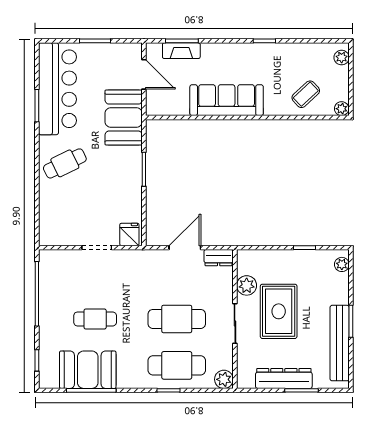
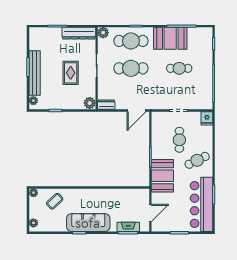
door: (144, 74) -> (150, 213), swing flipped
sofa: (227, 100) -> (88, 223), moved, turned 180
booth: (124, 118) -> (162, 176), moved
cafe table: (95, 198) -> (179, 140), added
fridge: (129, 234) -> (207, 118), moved
door: (185, 248) -> (137, 111), moved
plant: (247, 285) -> (90, 103), moved
rug: (279, 311) -> (71, 73), width x0.73, depth x0.70
bench: (340, 343) -> (35, 73), moved
booth: (88, 370) -> (170, 38), moved
dresser: (284, 378) -> (79, 33), moved

